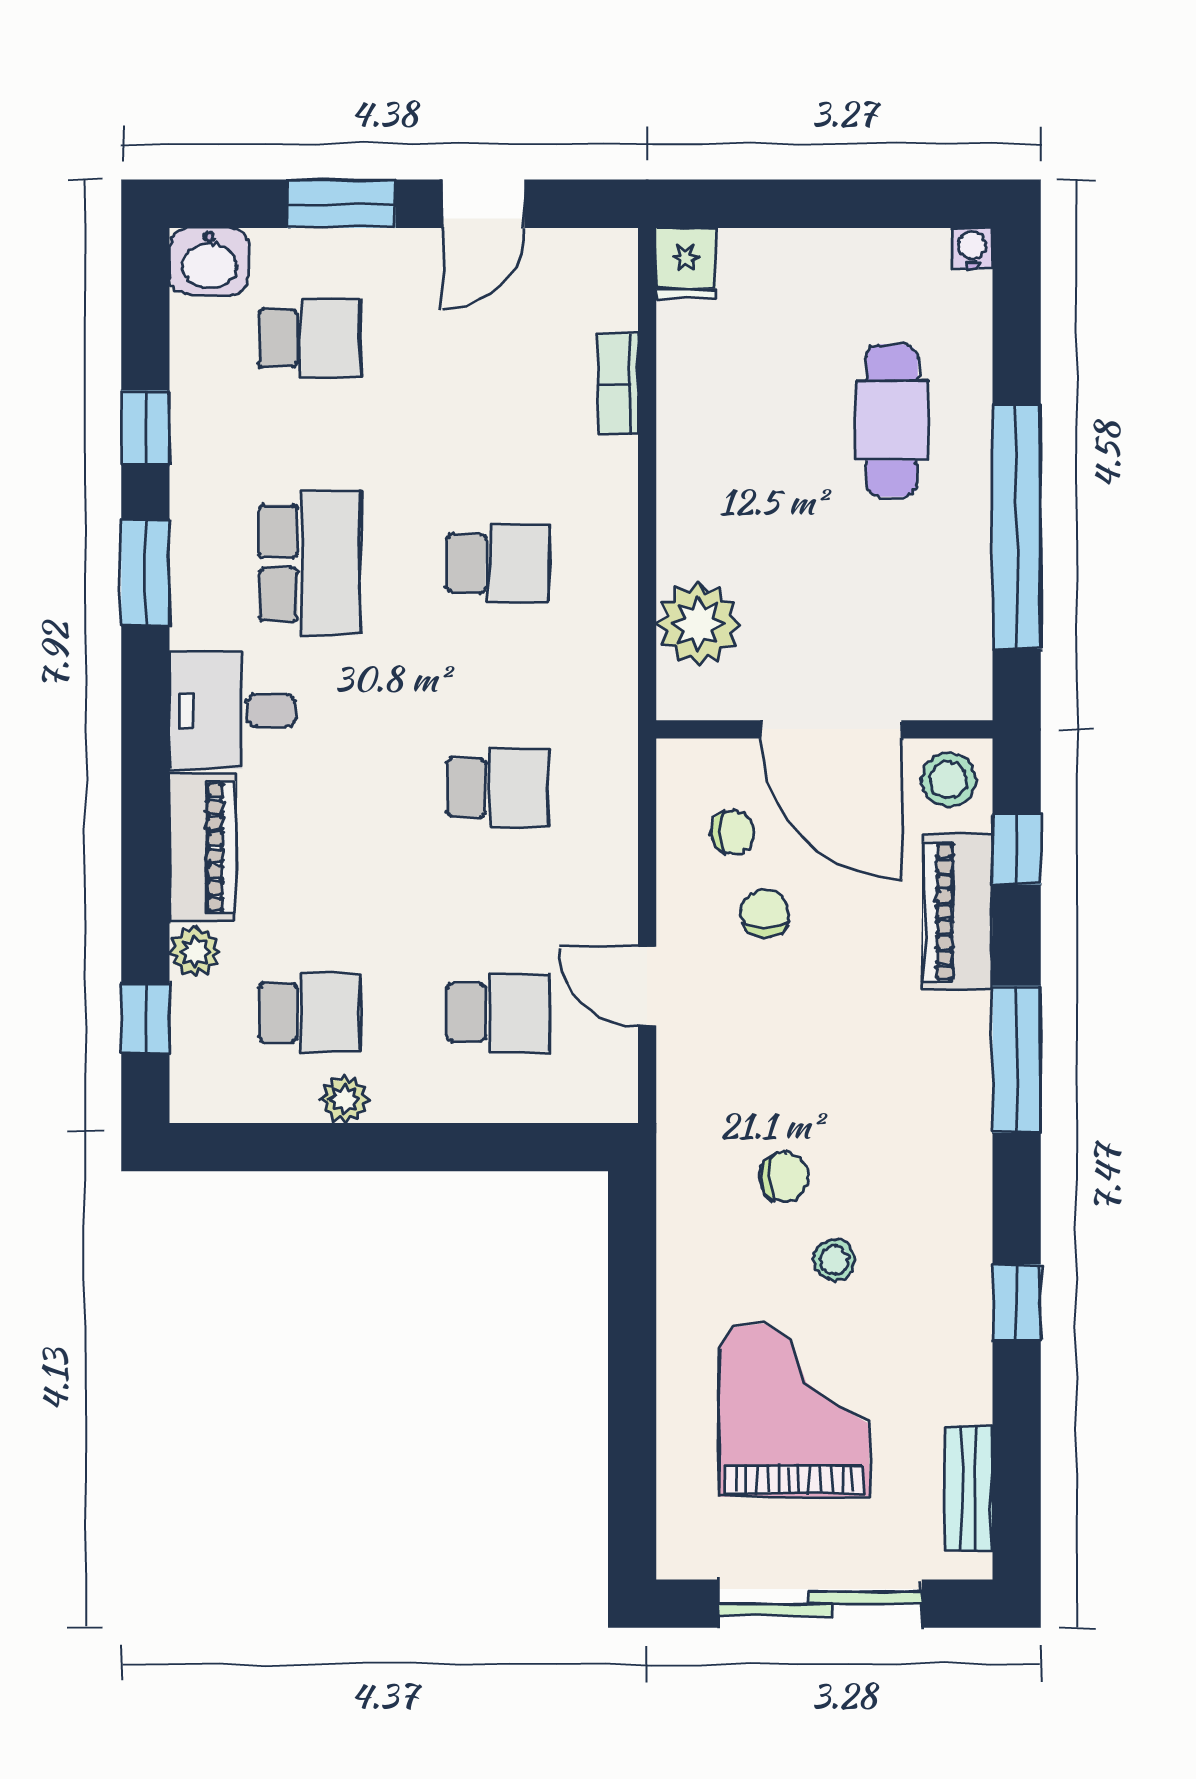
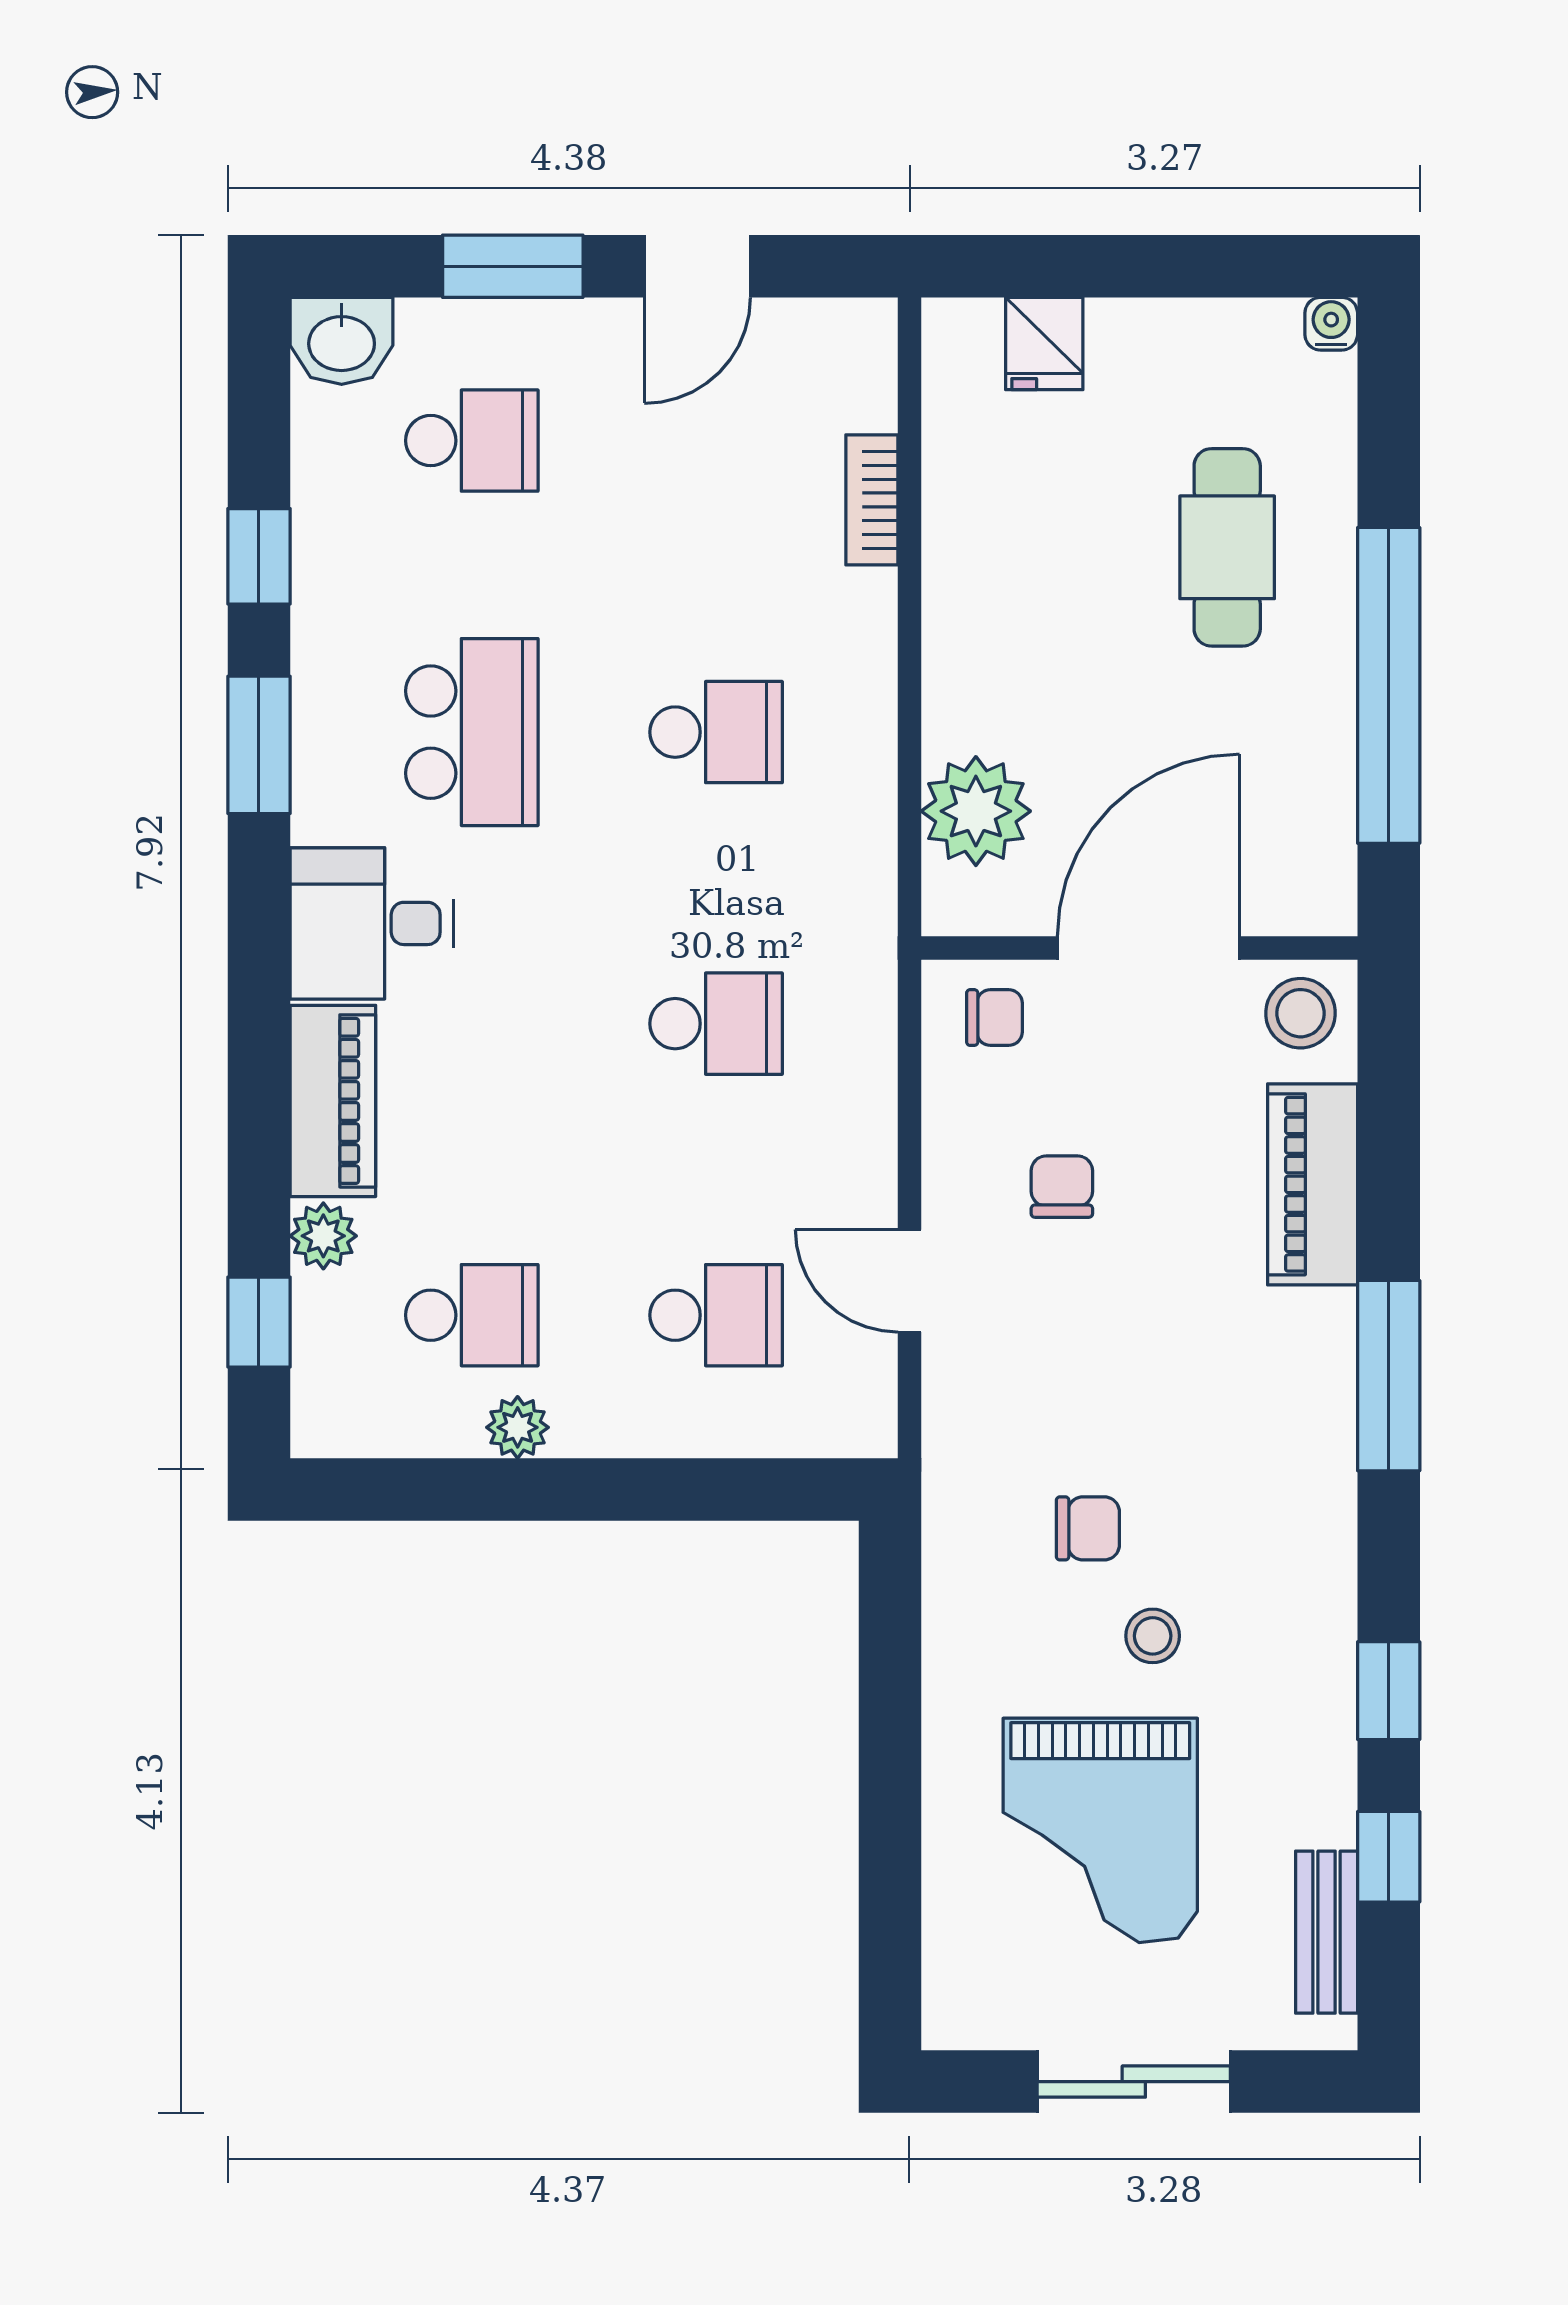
fridge: (686, 263) -> (1044, 344), moved
door: (831, 729) -> (1148, 948), swing flipped
chair: (733, 832) -> (994, 1018), moved
window: (1017, 849) -> (1389, 1857), moved
grand piano: (794, 1410) -> (1100, 1830), turned 180
sliding door: (820, 1604) -> (1134, 2082), width x0.73

